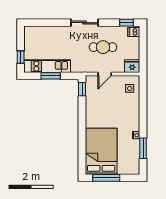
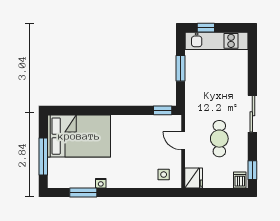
kitchen unit: (47, 66) -> (217, 41), moved, turned 90
window: (106, 178) -> (43, 157), moved

